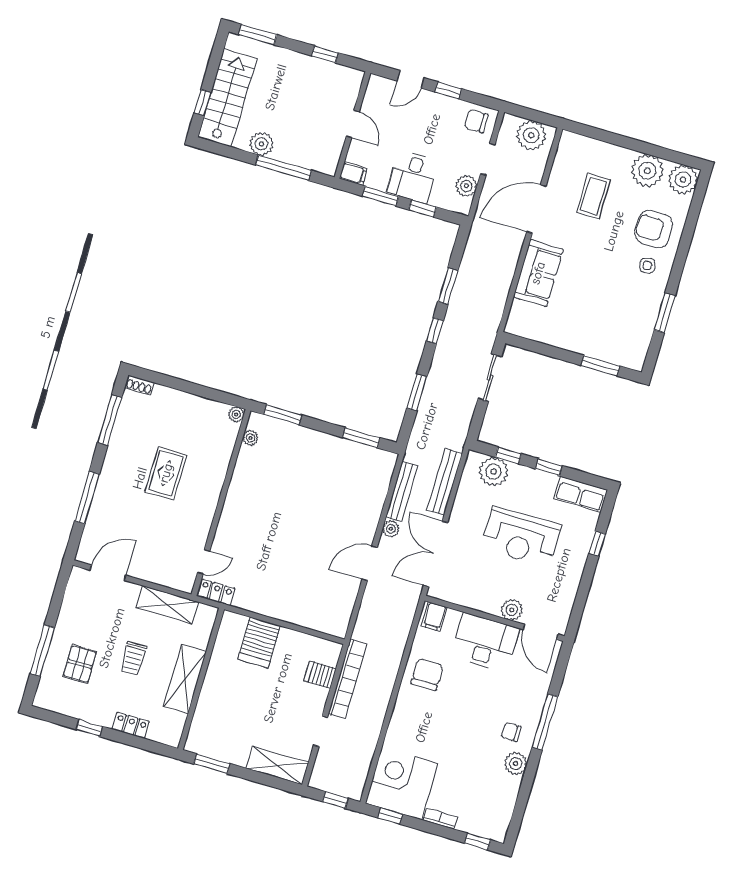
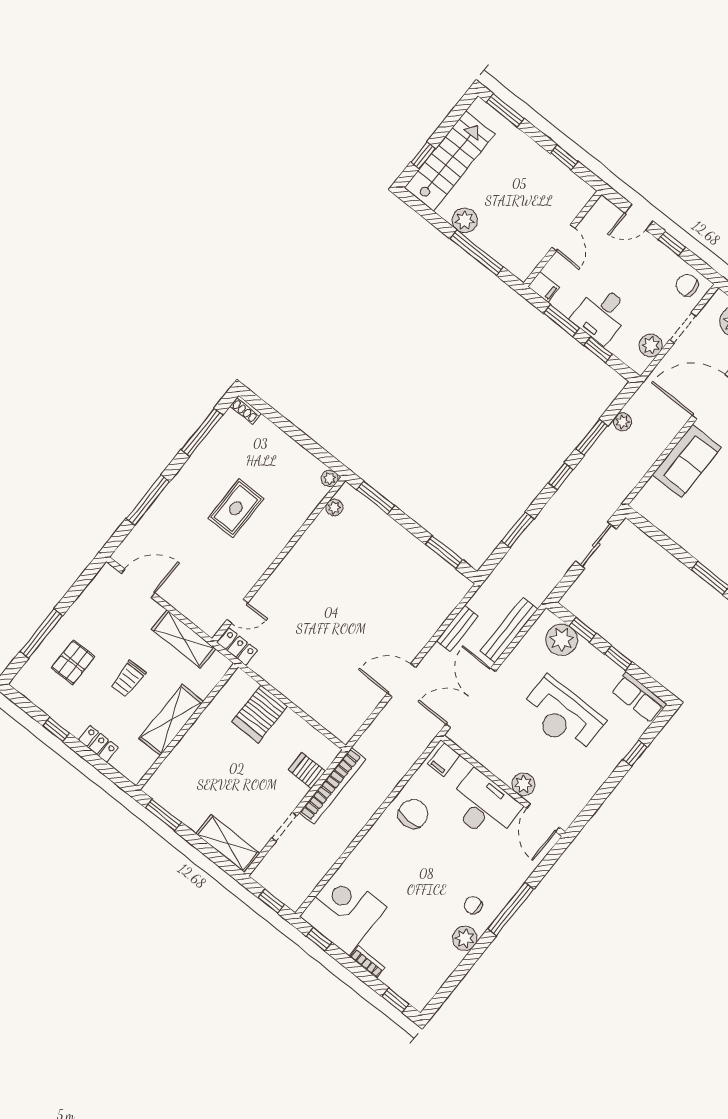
bench: (402, 491) -> (457, 628), width x0.73
plant: (391, 529) -> (622, 422), moved

